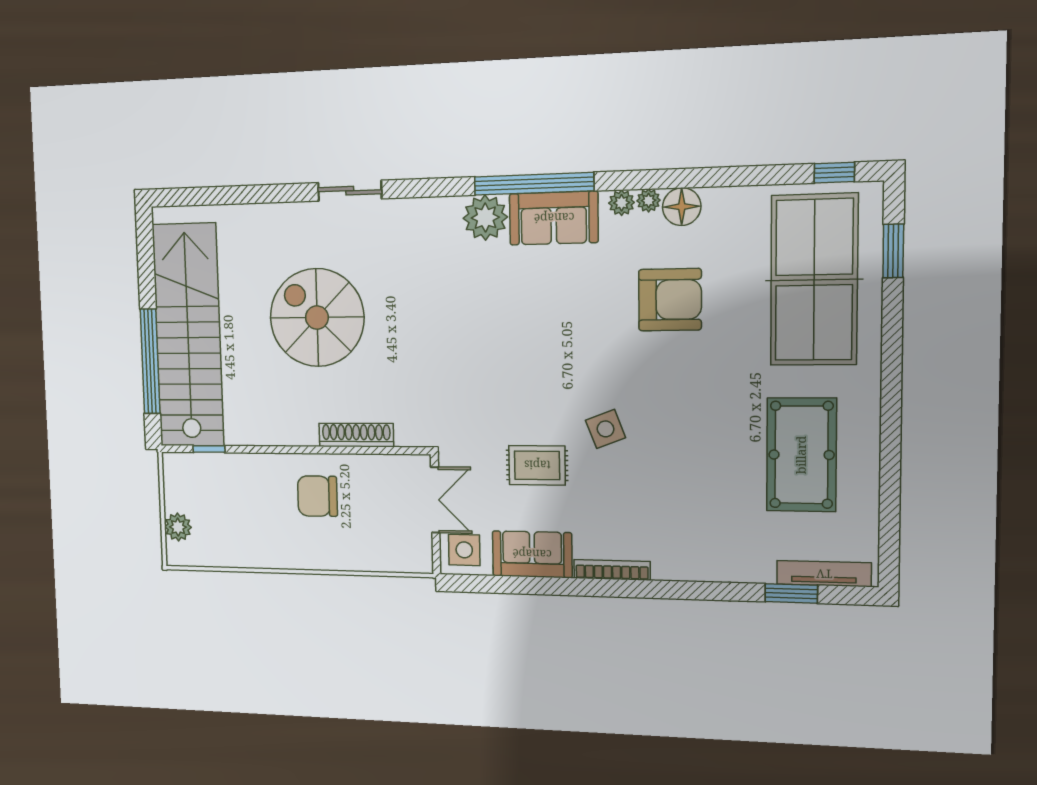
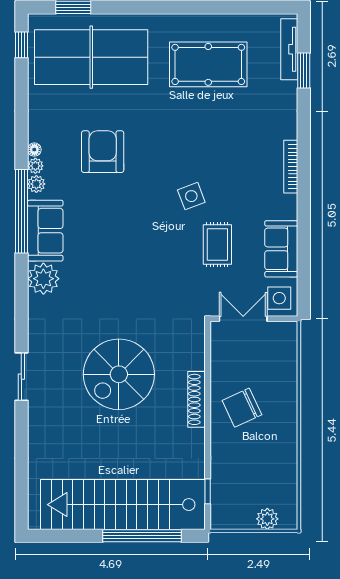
window: (534, 184) -> (21, 211), moved
floor lamp: (682, 207) -> (34, 150), width x0.53, depth x0.53
spiral stairs: (317, 318) -> (119, 374), moved
shoe rack: (356, 435) -> (197, 399), moved
chair: (317, 496) -> (242, 408), turned 65
bookcase: (612, 570) -> (291, 167), moved

